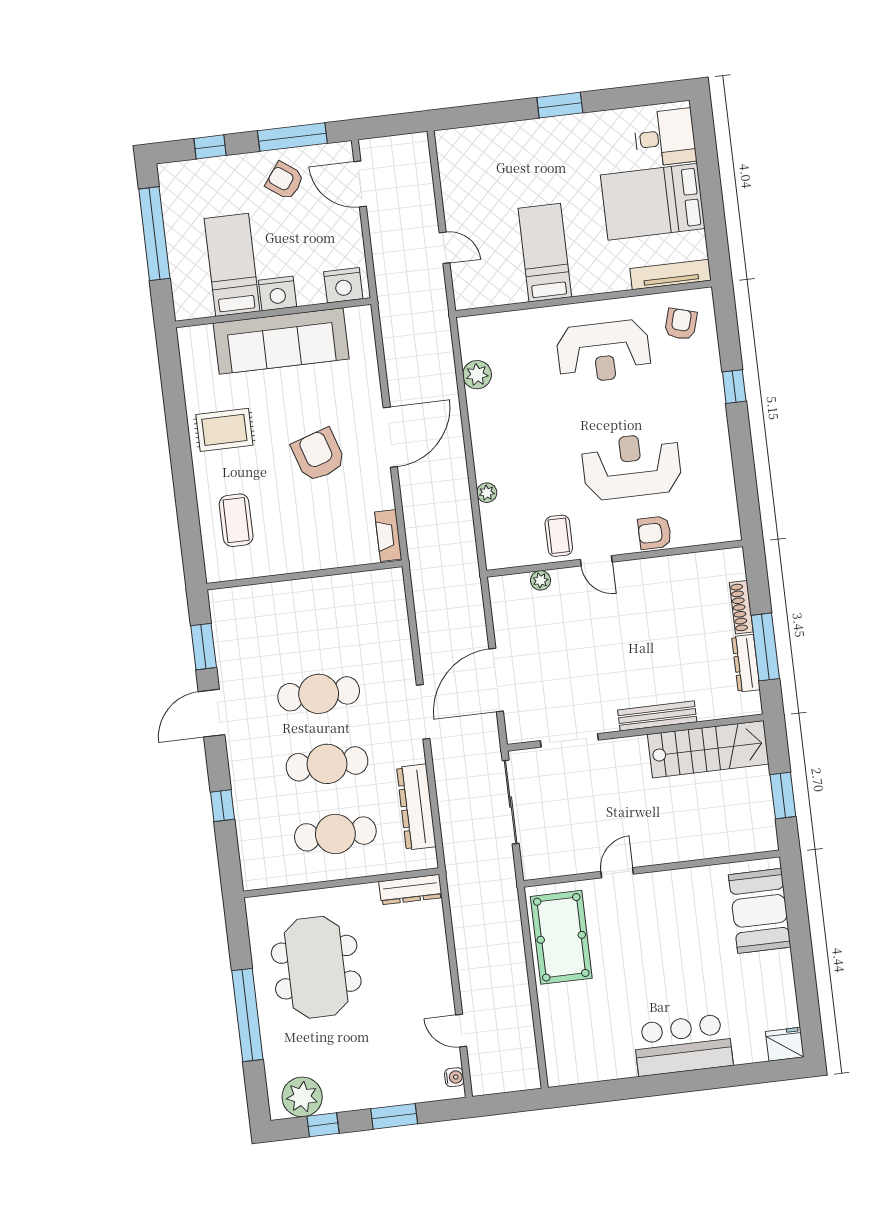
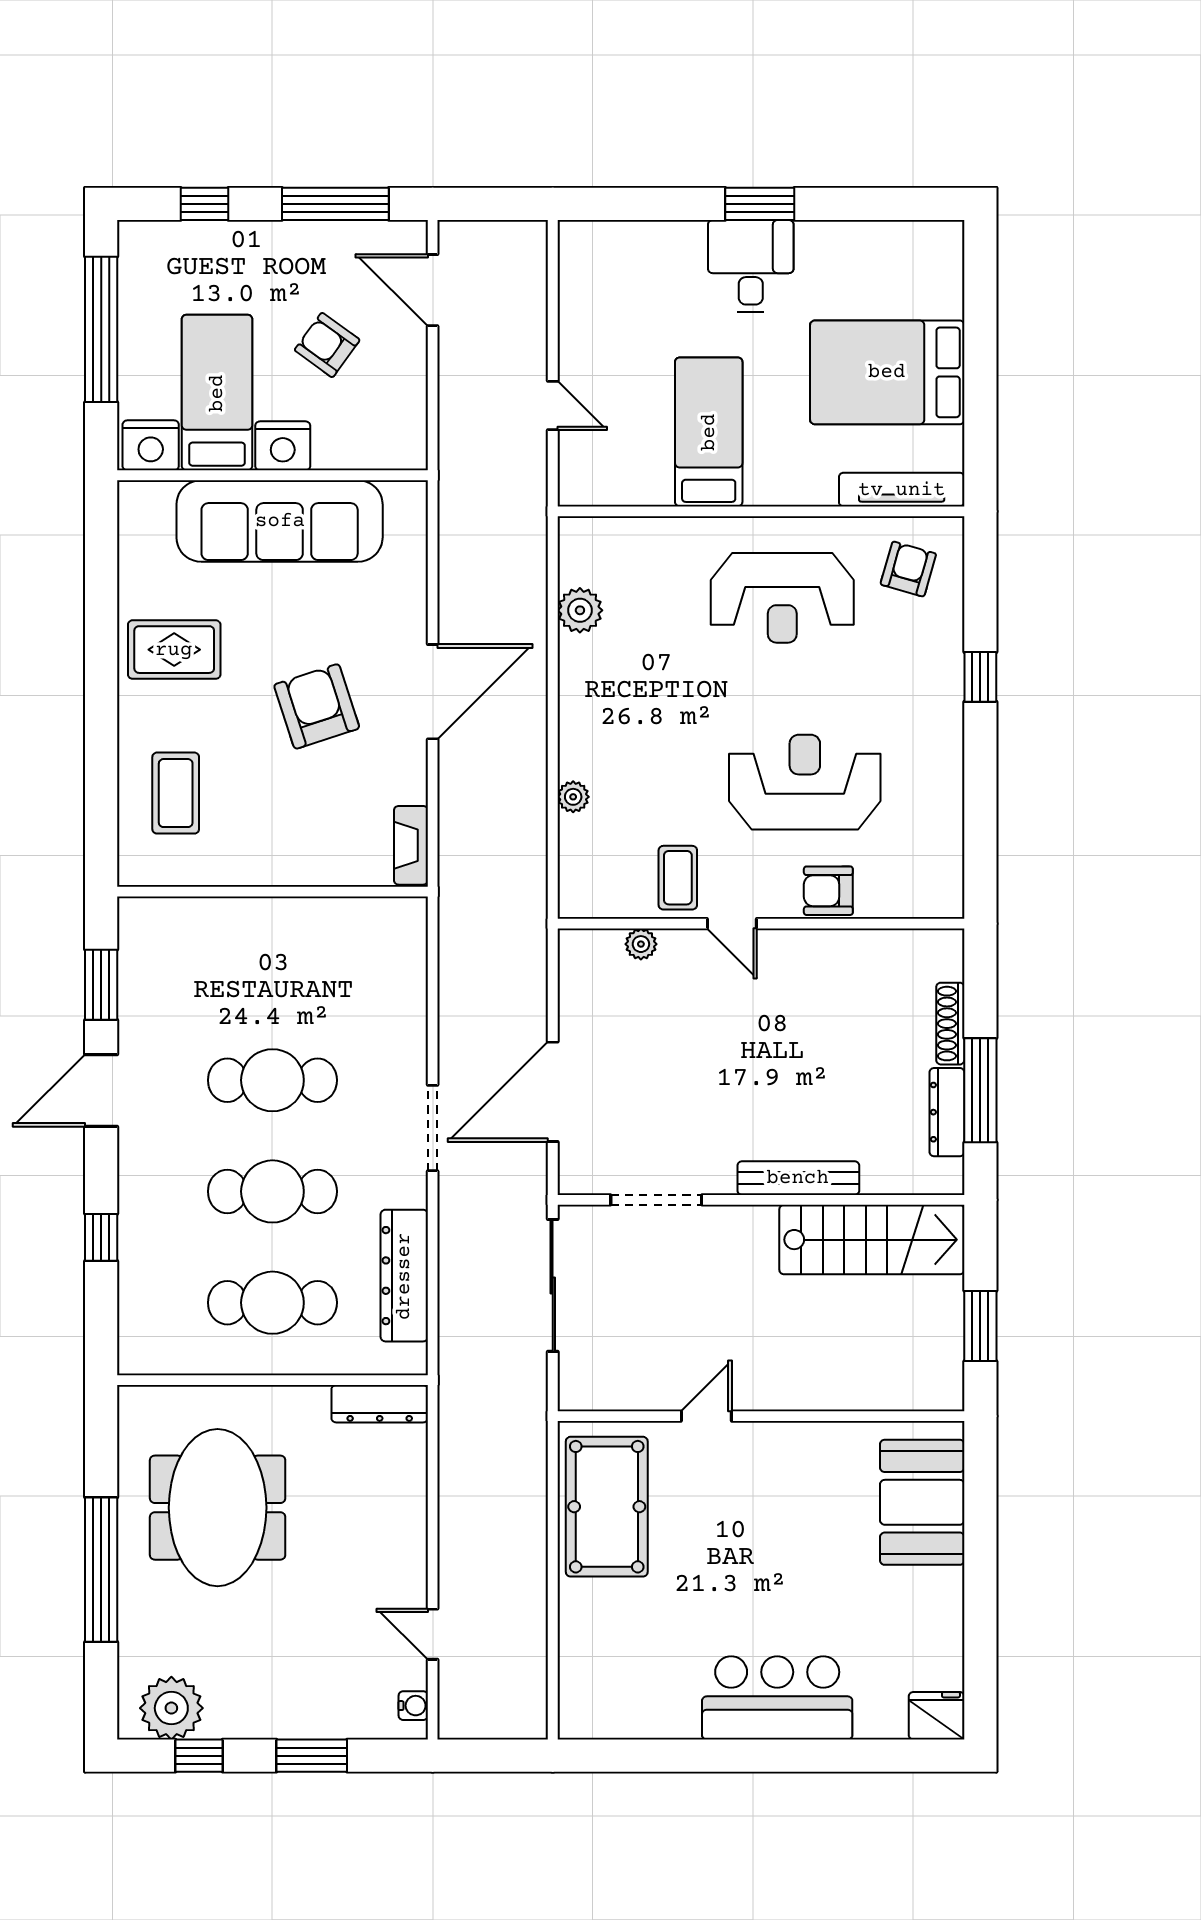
desk: (665, 138) -> (751, 266), moved, turned -90
armchair: (285, 181) -> (327, 345), moved
nightstand: (343, 285) -> (151, 445), moved

